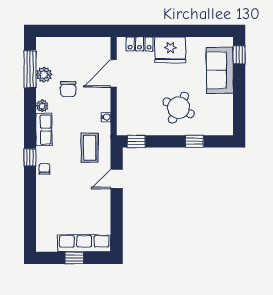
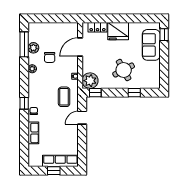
round table: (179, 108) -> (124, 70), turned 35
plant: (128, 124) -> (90, 81), added
row of seats: (44, 130) -> (33, 133), moved

